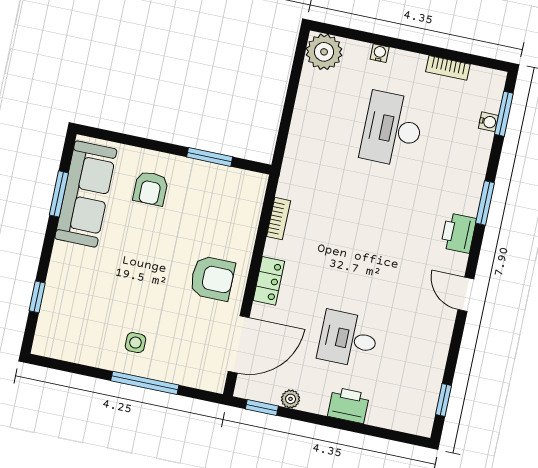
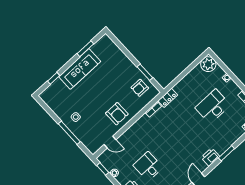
armchair: (151, 188) -> (140, 88), moved
sofa: (86, 194) -> (80, 69), moved
locker: (269, 281) -> (168, 98), moved
door: (239, 344) -> (110, 142), width x0.53

